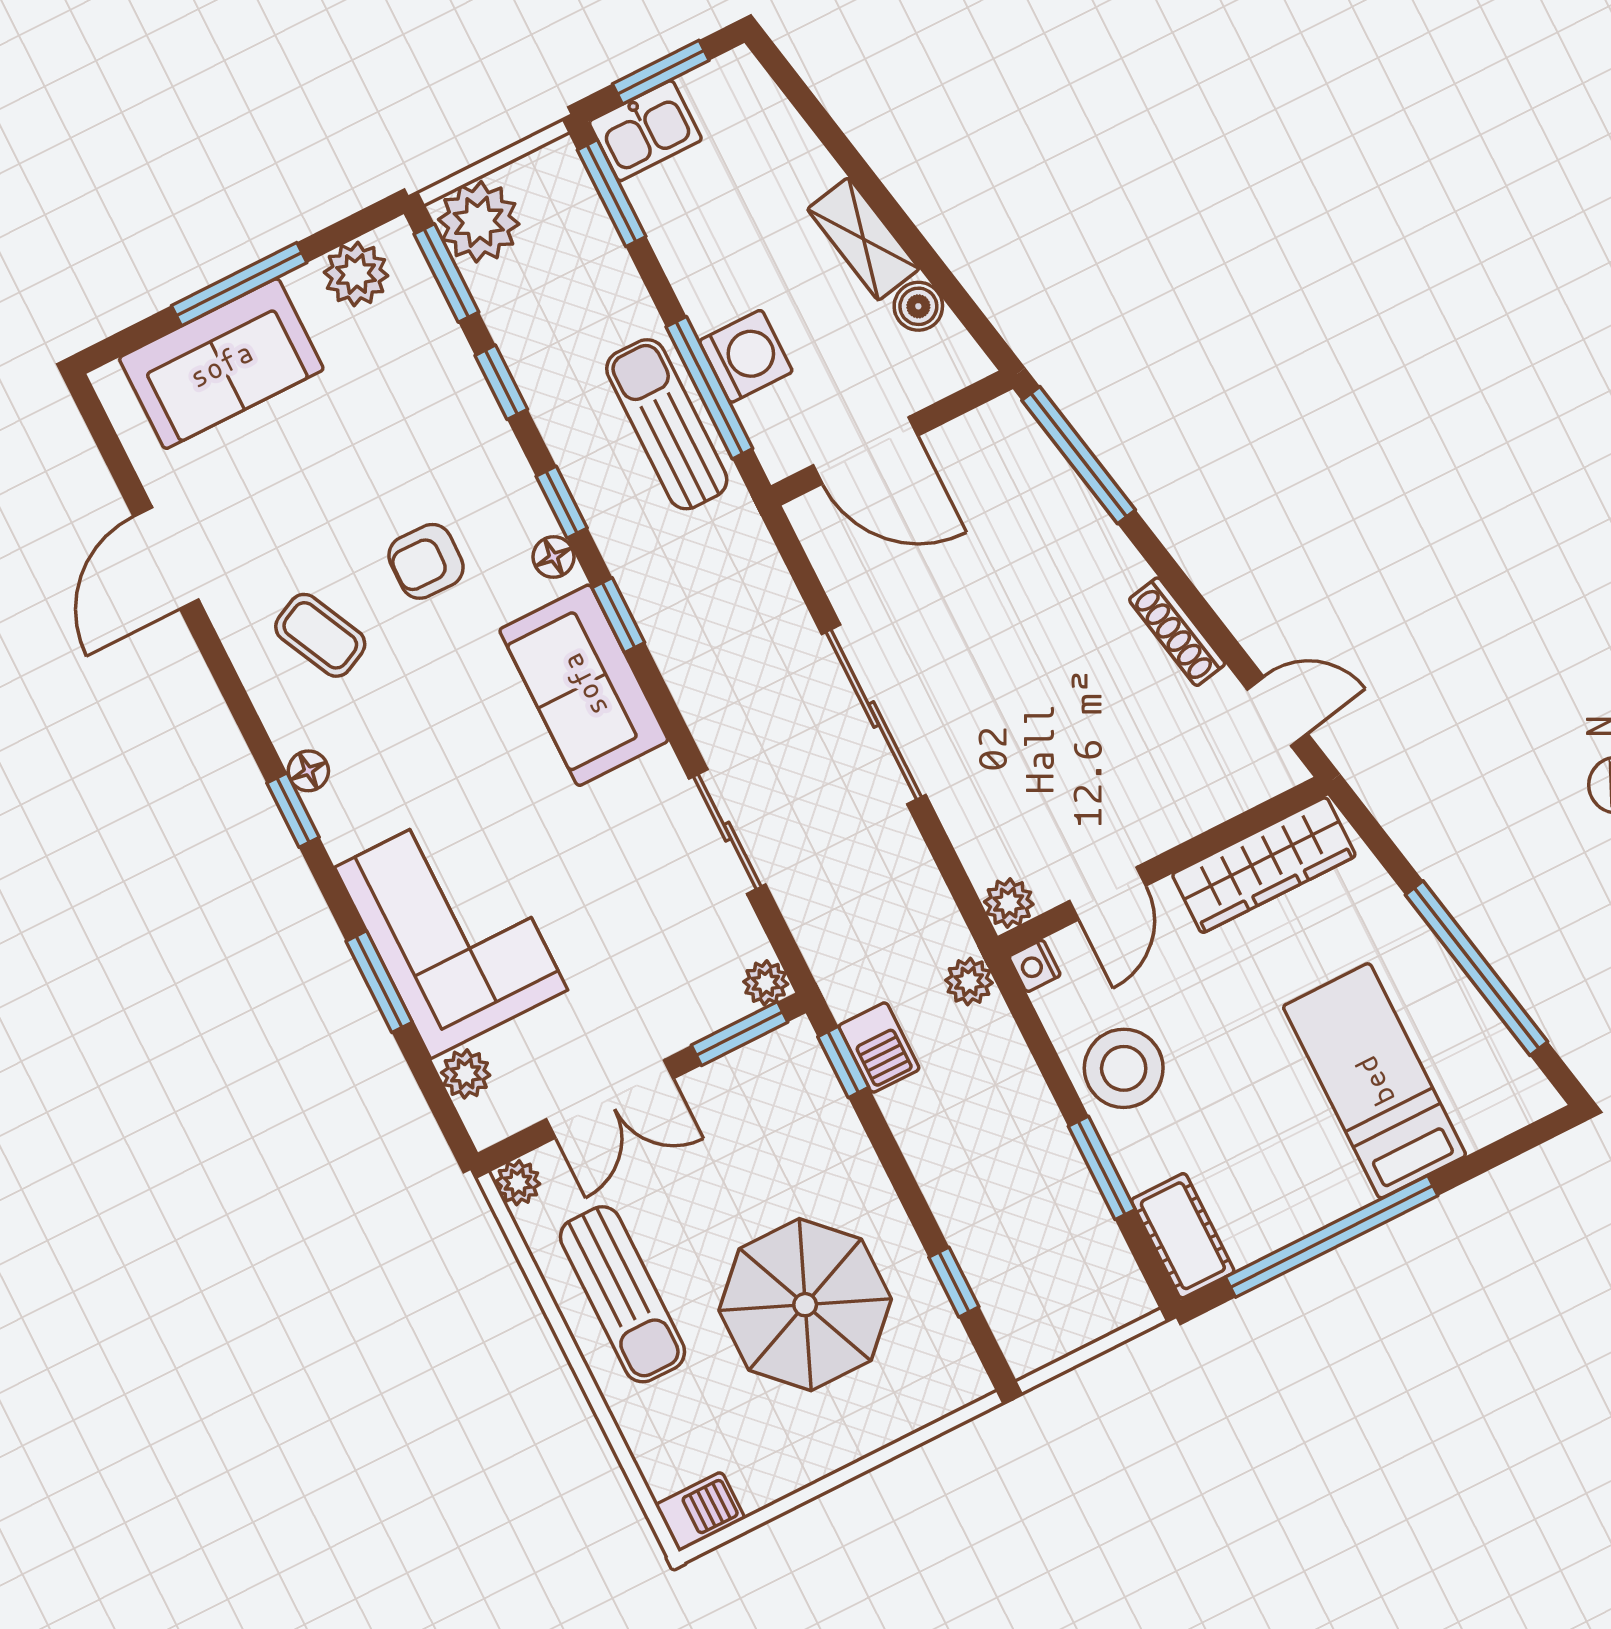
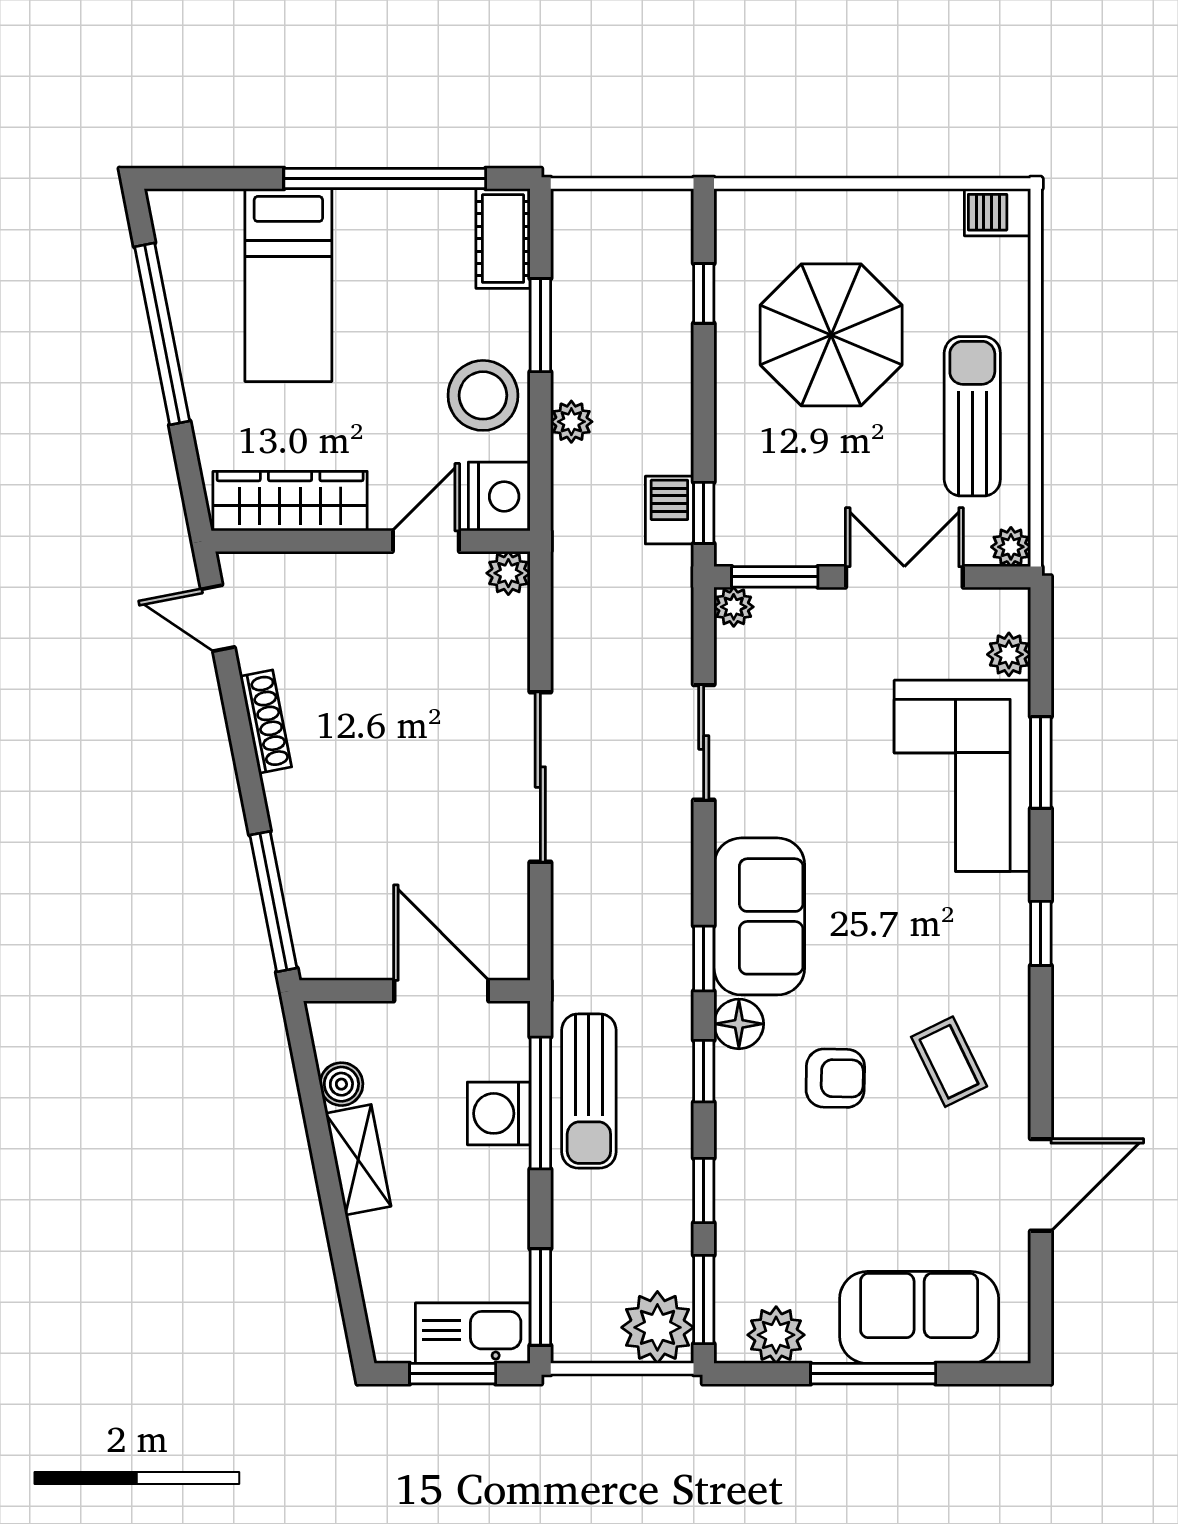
kitchen sink: (645, 131) -> (473, 1333), width x1.38
floor lamp: (554, 557) -> (739, 1024), width x1.37, depth x1.37
floor lamp: (308, 771) -> (1013, 959), removed
nightstand: (1035, 966) -> (499, 496), width x1.89, depth x1.79
plant: (969, 981) -> (571, 422), moved

